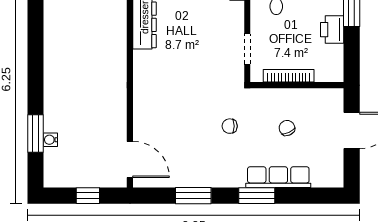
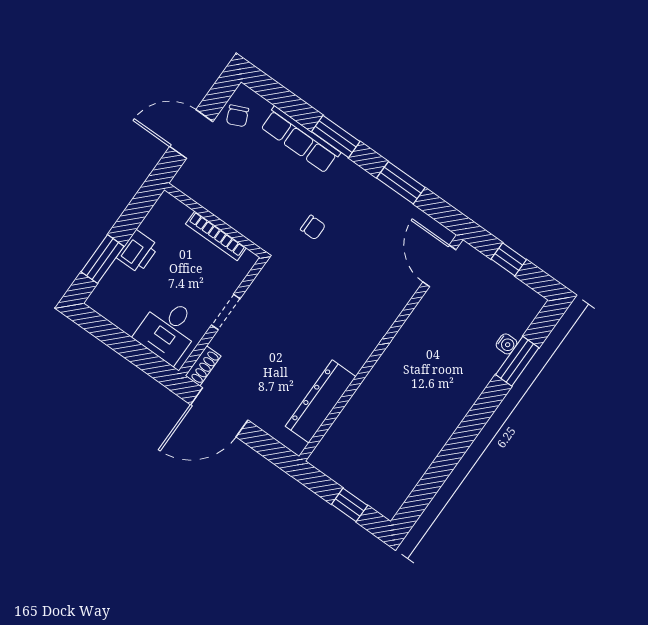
doorway: (247, 49) -> (226, 312), moved
chair: (287, 128) -> (237, 116), moved

